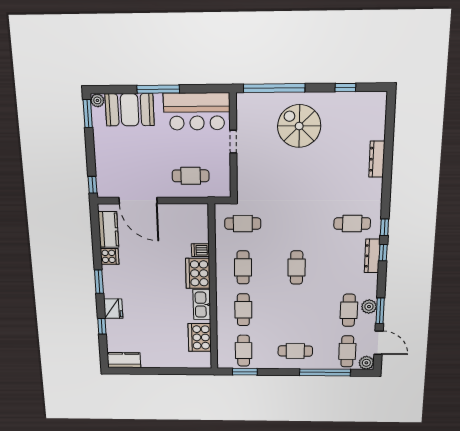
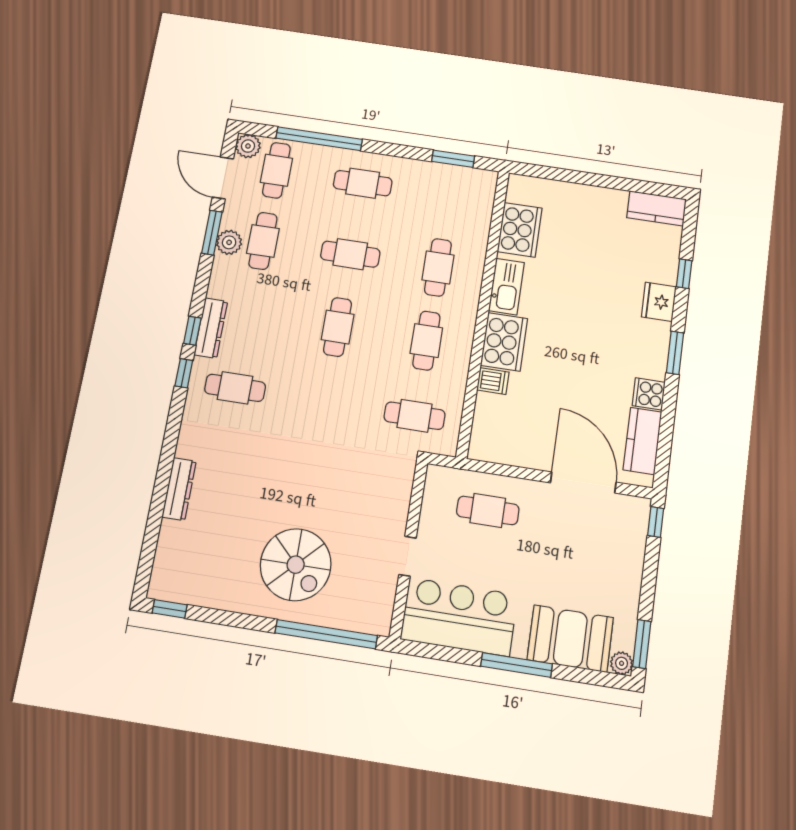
window: (345, 87) -> (170, 609), moved
cafe table: (244, 351) -> (350, 254), moved, turned 90

